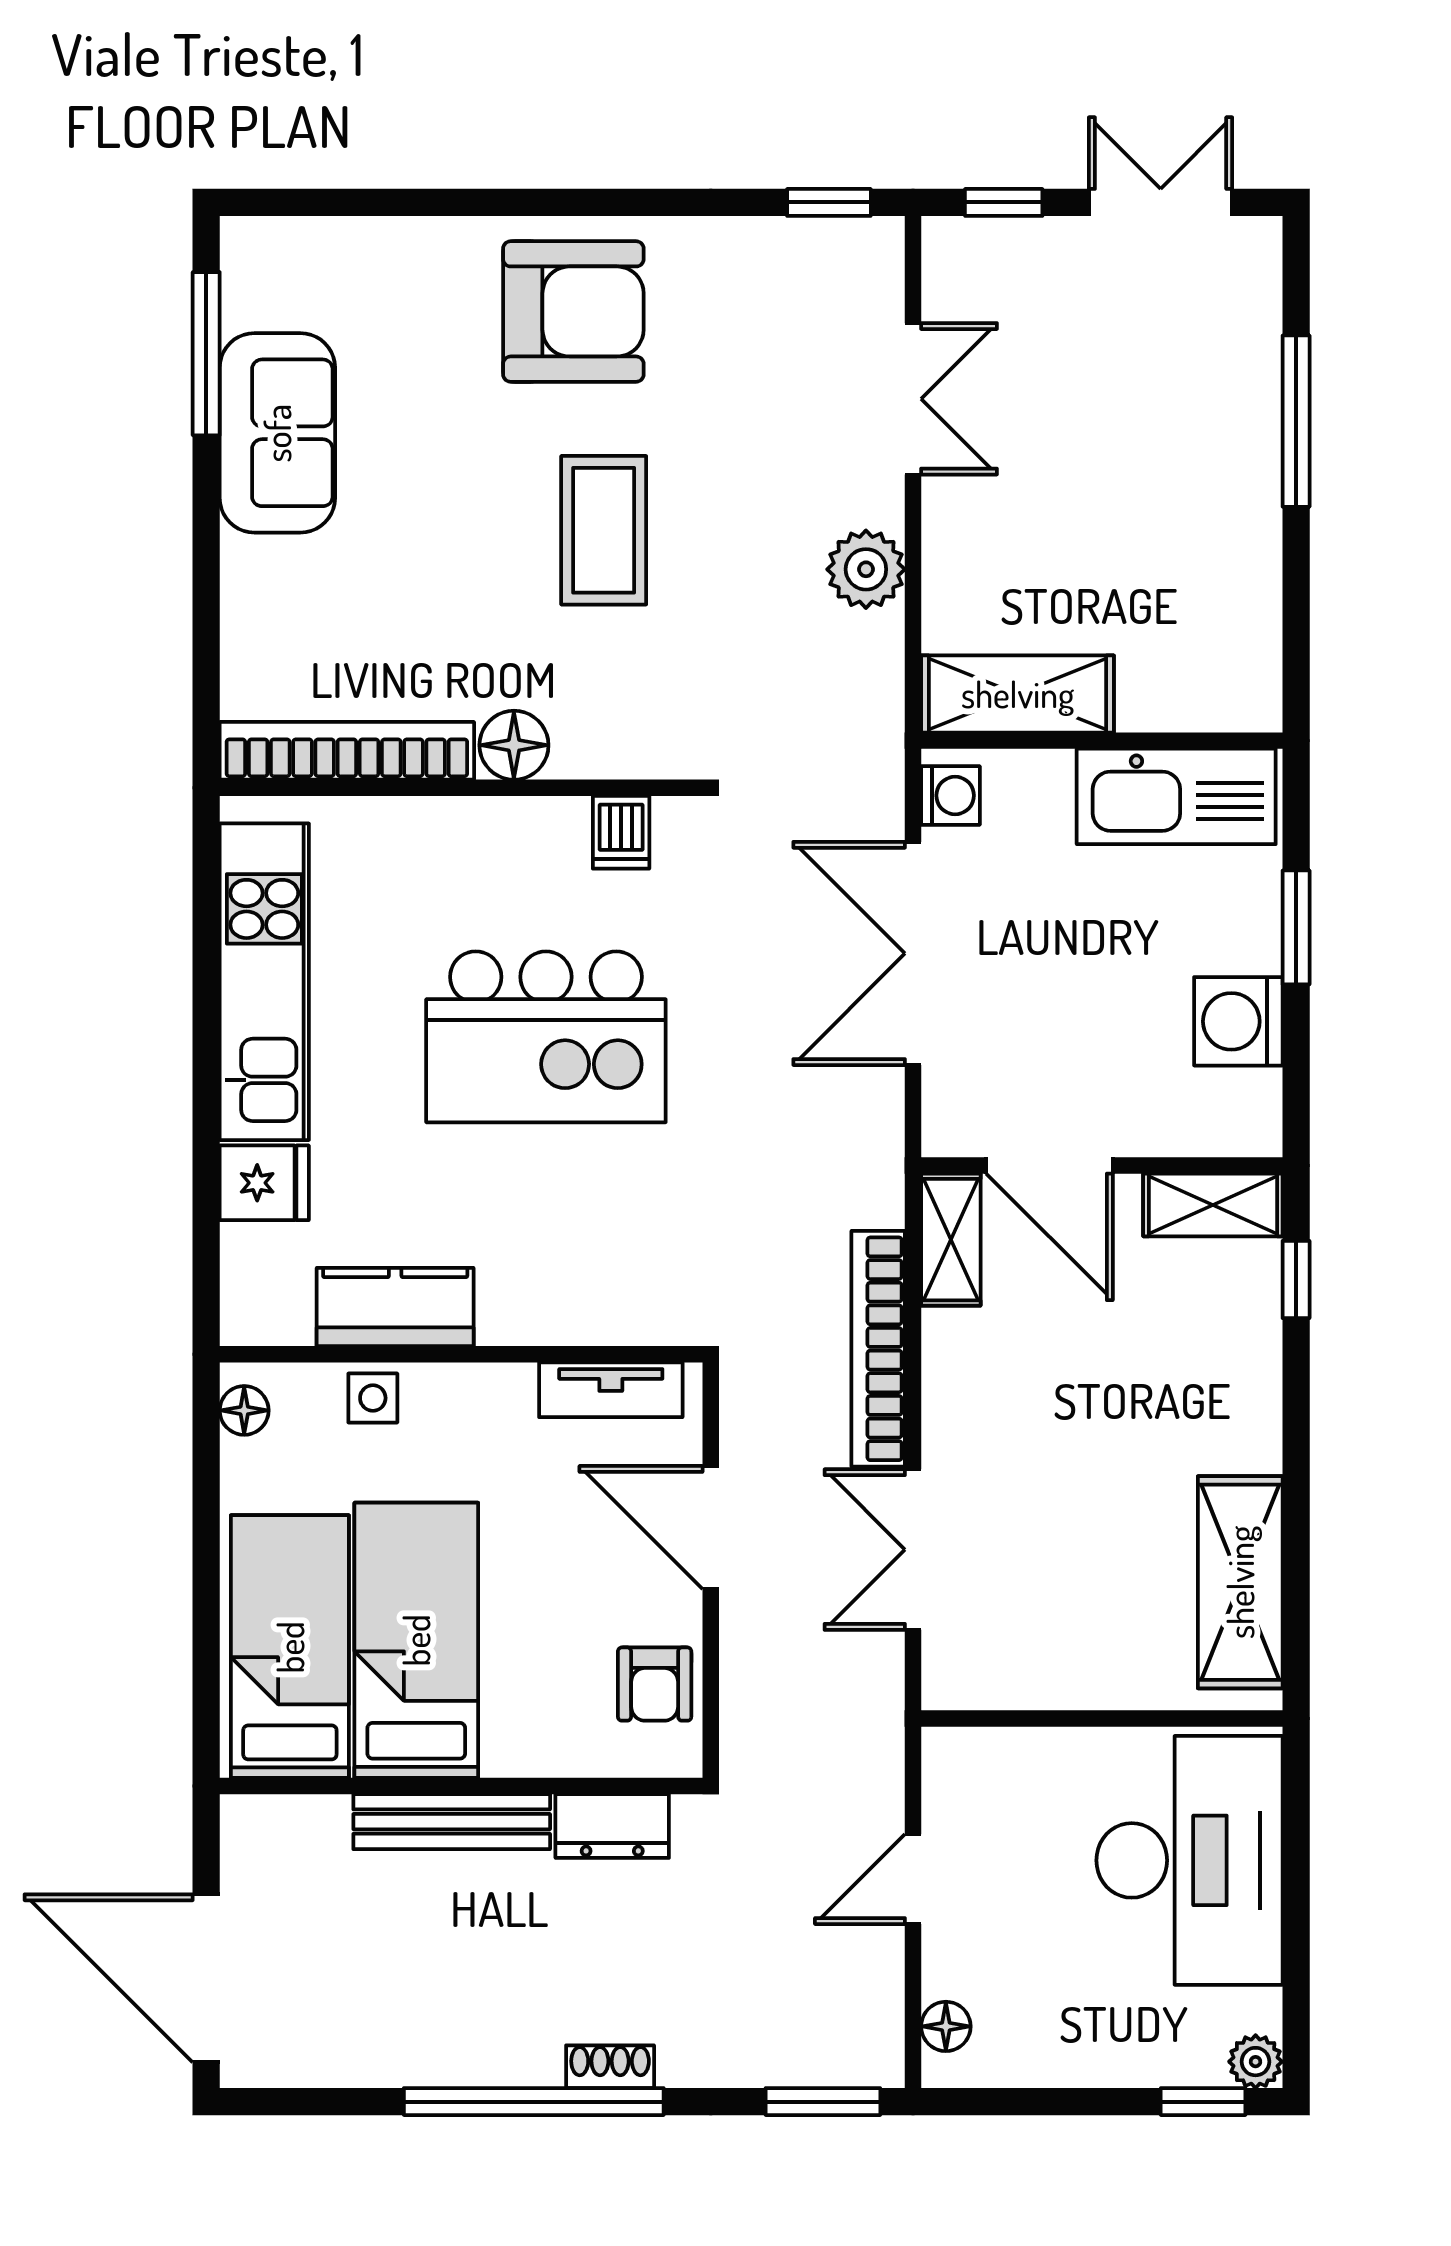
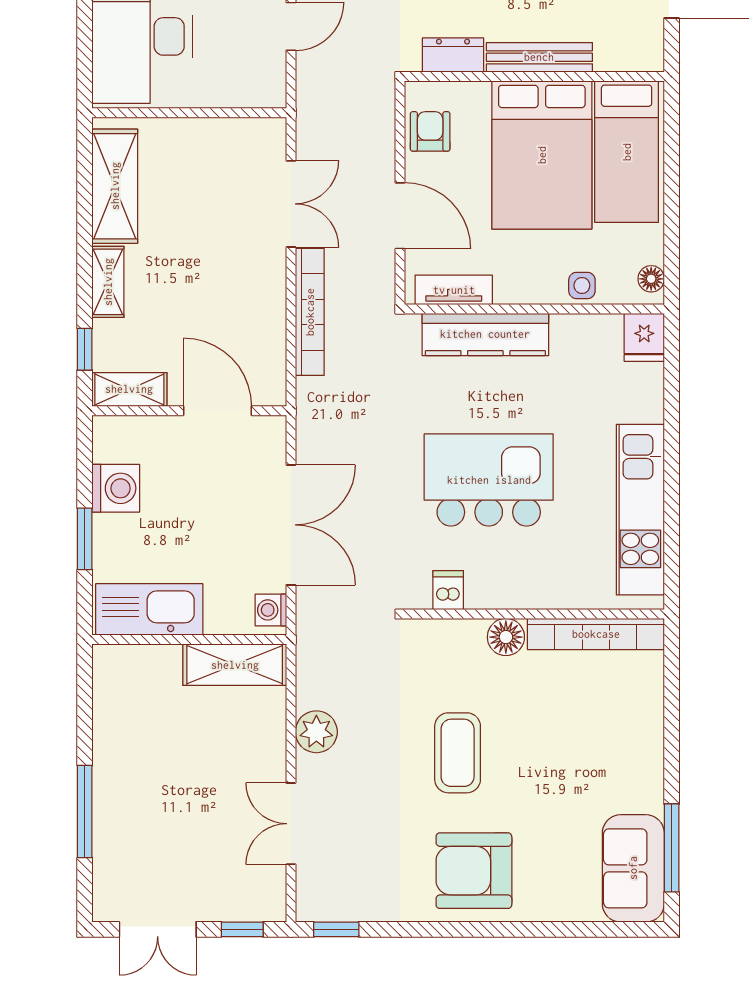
sofa: (277, 433) -> (633, 868), moved
fridge: (264, 1183) -> (644, 337), moved, turned -90
shelving: (951, 1240) -> (108, 282), moved
kitchen counter: (395, 1307) -> (485, 334), moved, width x1.50
bed: (416, 1640) -> (542, 155), width x1.50

